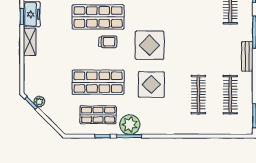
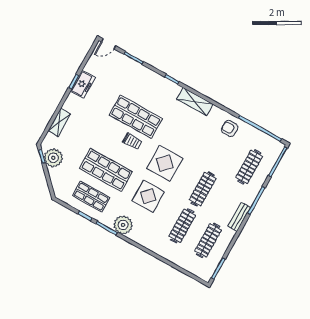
shelving: (30, 42) -> (59, 122), moved
clothes rail: (198, 50) -> (203, 189), added
plant: (39, 102) -> (53, 158), width x1.88, depth x1.88
plant: (130, 125) -> (123, 225), moved

